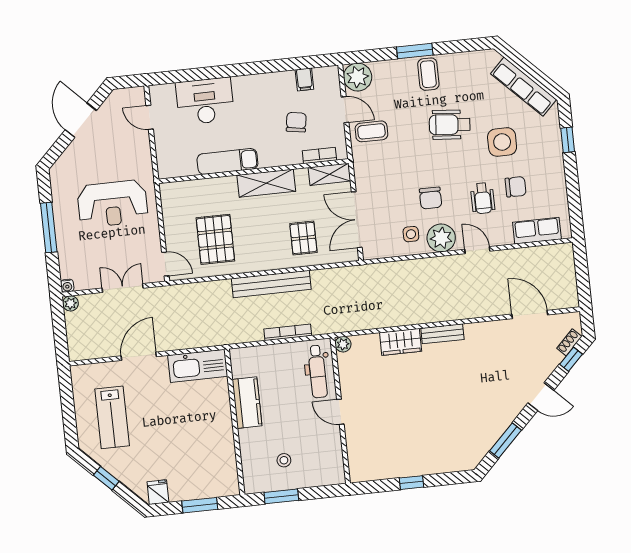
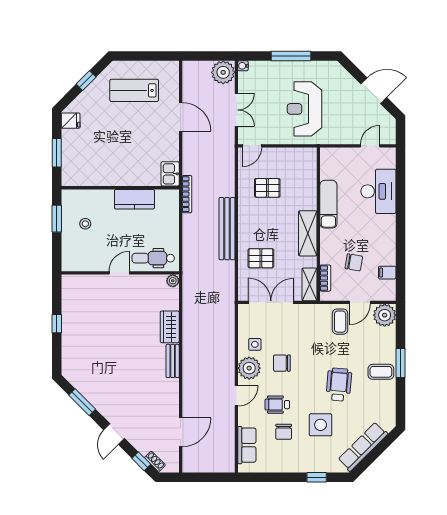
pallet: (215, 239) -> (267, 188), width x0.67, depth x0.71
plant: (70, 303) -> (223, 72), width x1.88, depth x1.88
bookcase: (288, 332) -> (187, 194), moved
kitchen sink: (198, 366) -> (170, 174), width x0.53, depth x0.81

